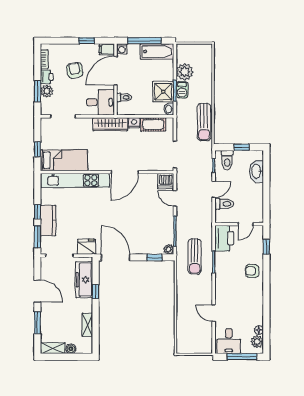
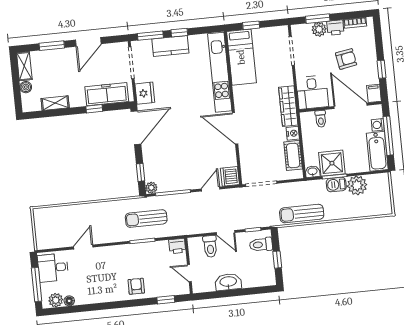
washing machine: (122, 49) -> (378, 125), moved
washbasin: (257, 171) -> (228, 282), moved
printer: (224, 238) -> (177, 246), width x0.53, depth x0.68

